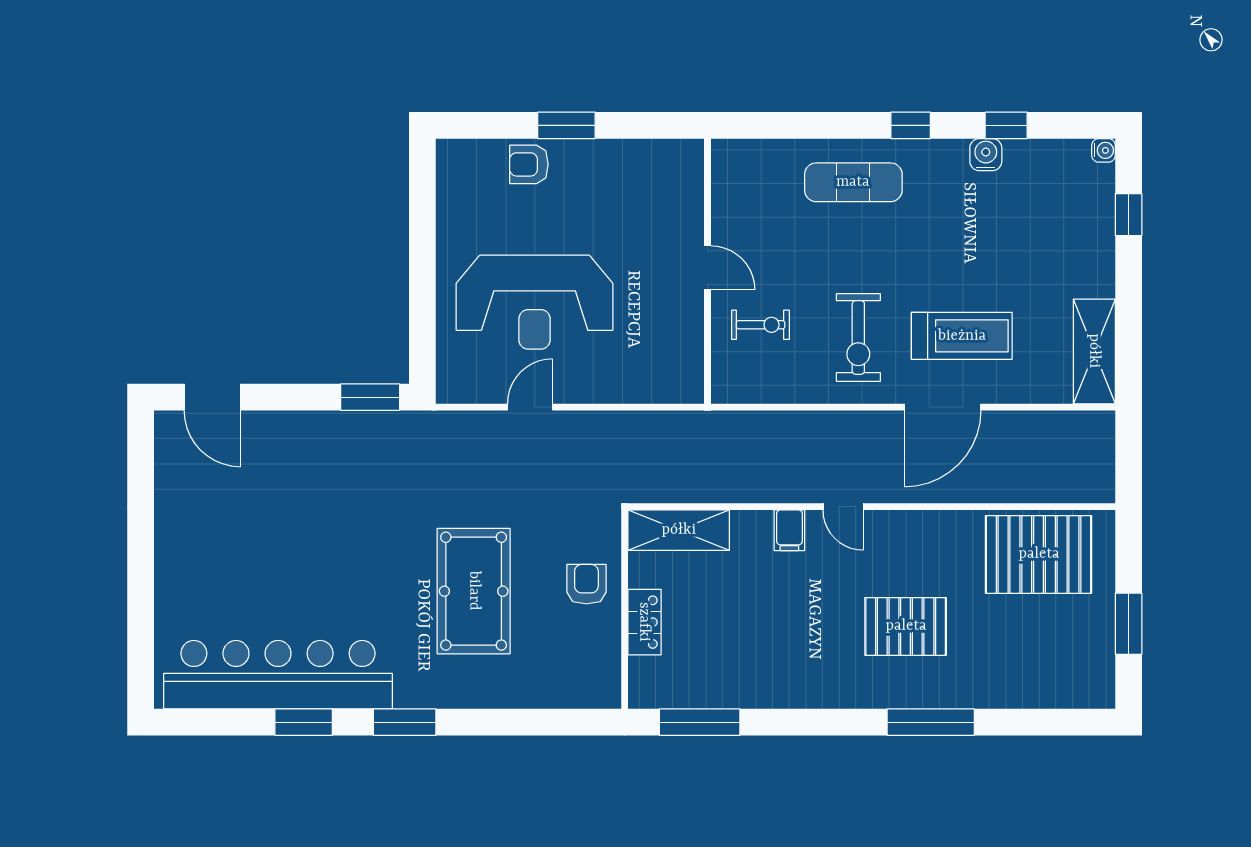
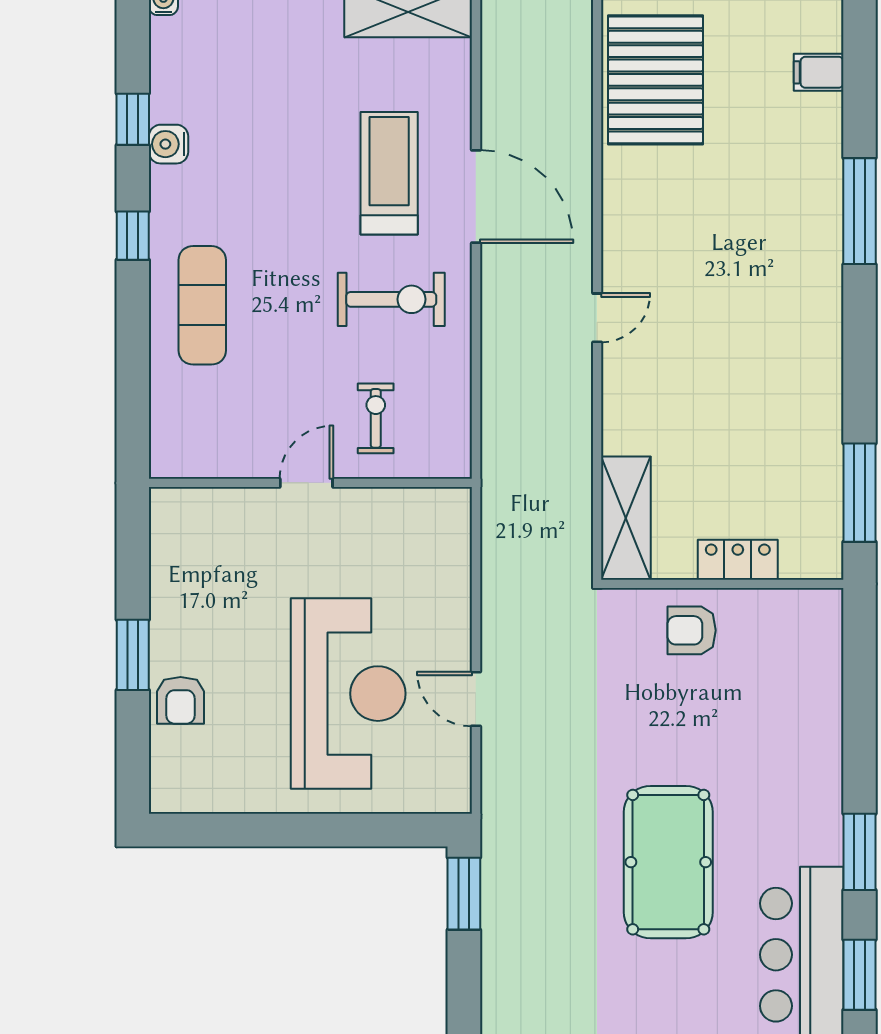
filing cabinet: (789, 530) -> (819, 72), moved, turned 180
pool table: (474, 591) -> (668, 862), moved, turned 90
pallet: (906, 626) -> (743, 242), removed

